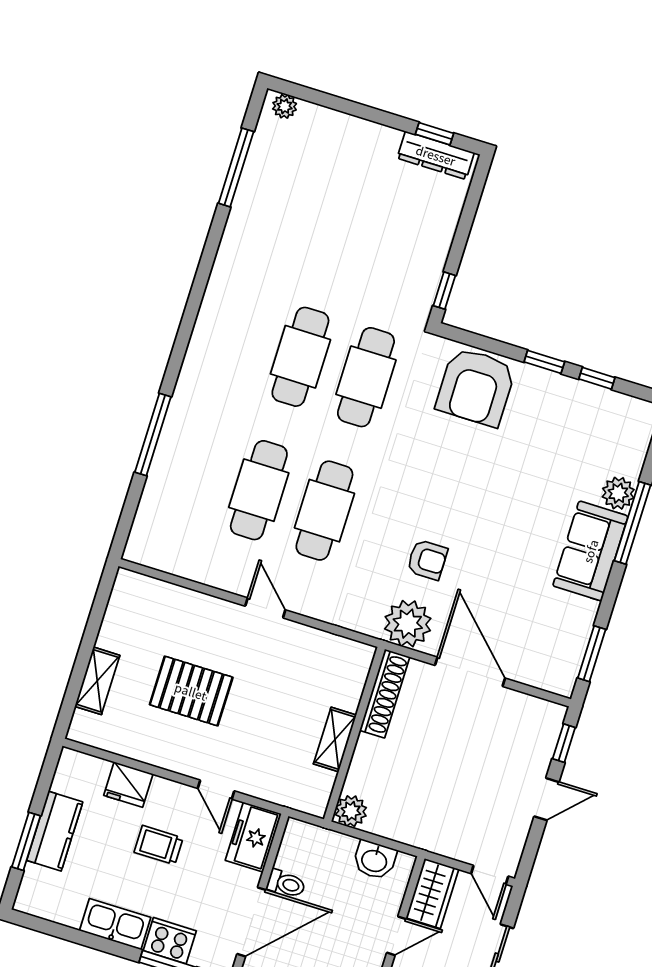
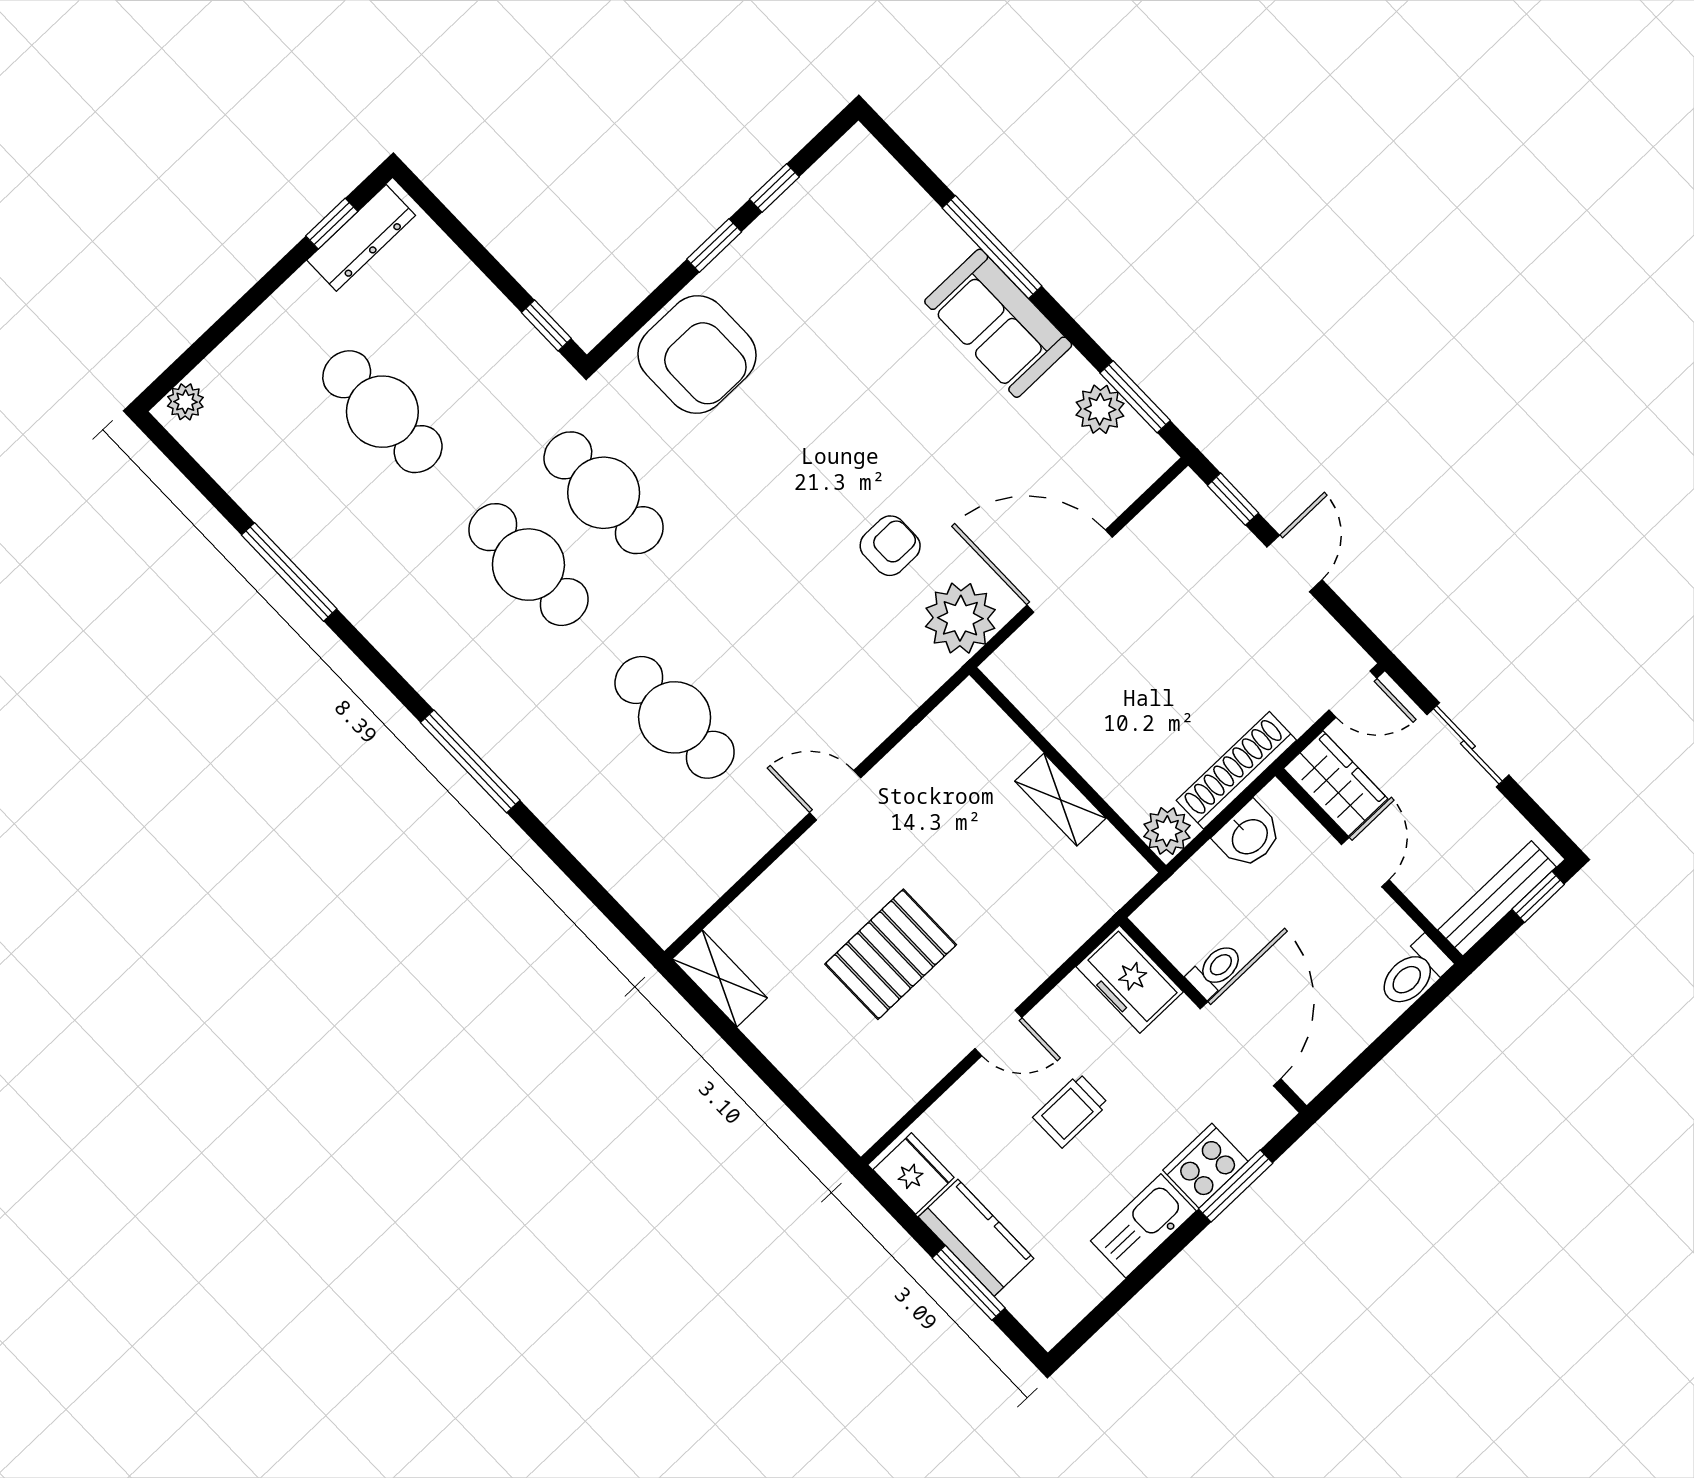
window: (236, 167) -> (289, 572), moved
window: (153, 434) -> (470, 761), moved
plant: (618, 493) -> (1100, 409), moved
cafe table: (324, 511) -> (382, 412), moved
shelving: (97, 681) -> (720, 978), moved
shoe rack: (385, 694) -> (1236, 770), moved, turned -90
fridge: (128, 785) -> (914, 1173), moved, turned -90
door: (216, 790) -> (998, 1033), moved

